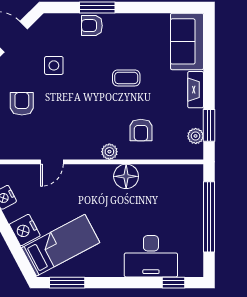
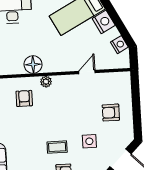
coffee table: (126, 78) -> (57, 147), moved
armchair: (22, 104) -> (111, 113), turned 90

